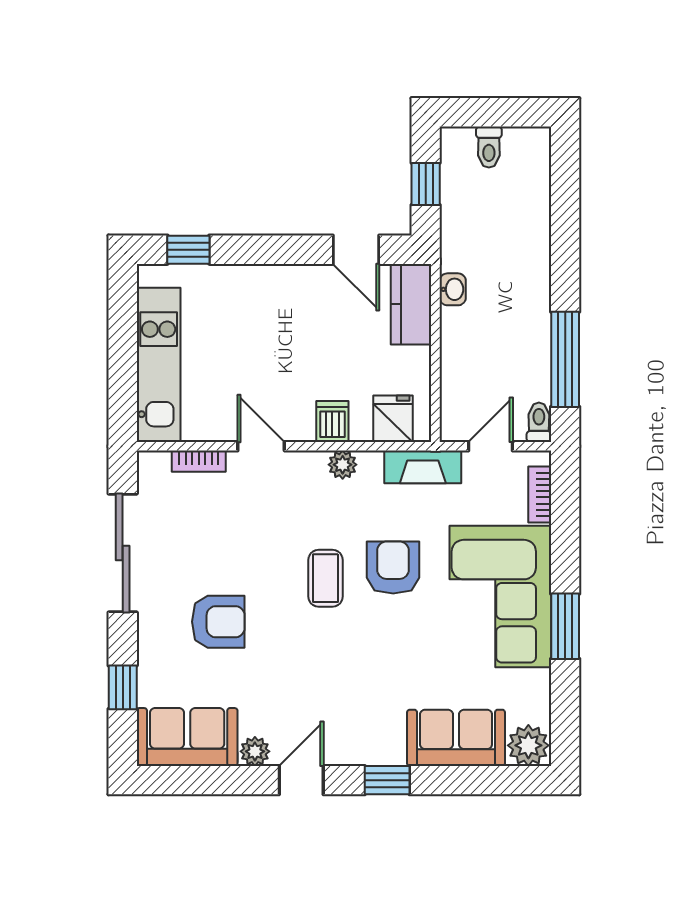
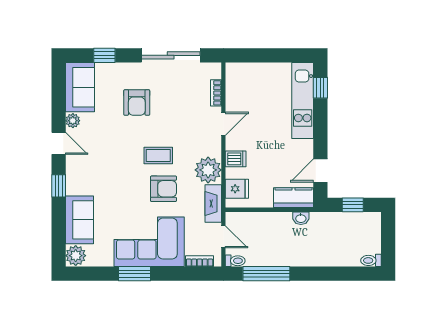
toilet: (489, 147) -> (371, 260), moved
kitchen unit: (159, 365) -> (303, 100), moved, turned 90
plant: (343, 465) -> (208, 170), width x1.87, depth x1.87

